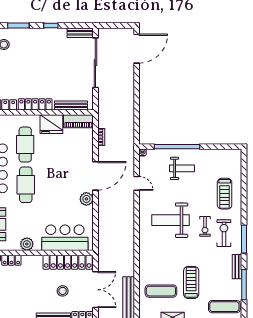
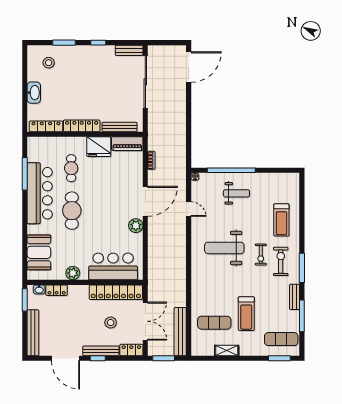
cafe table: (25, 145) -> (71, 168), width x0.73, depth x0.74
treadmill: (191, 282) -> (246, 314), turned 180

